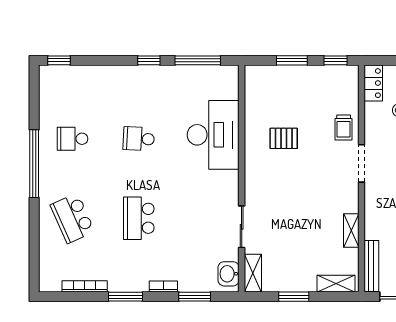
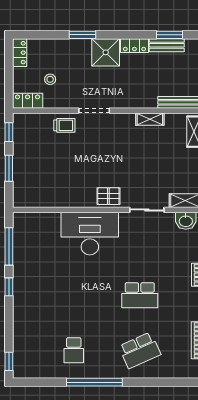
desk: (213, 135) -> (90, 234), moved
pallet: (284, 138) -> (108, 196), moved, turned 90
school desk: (139, 139) -> (74, 295), removed

